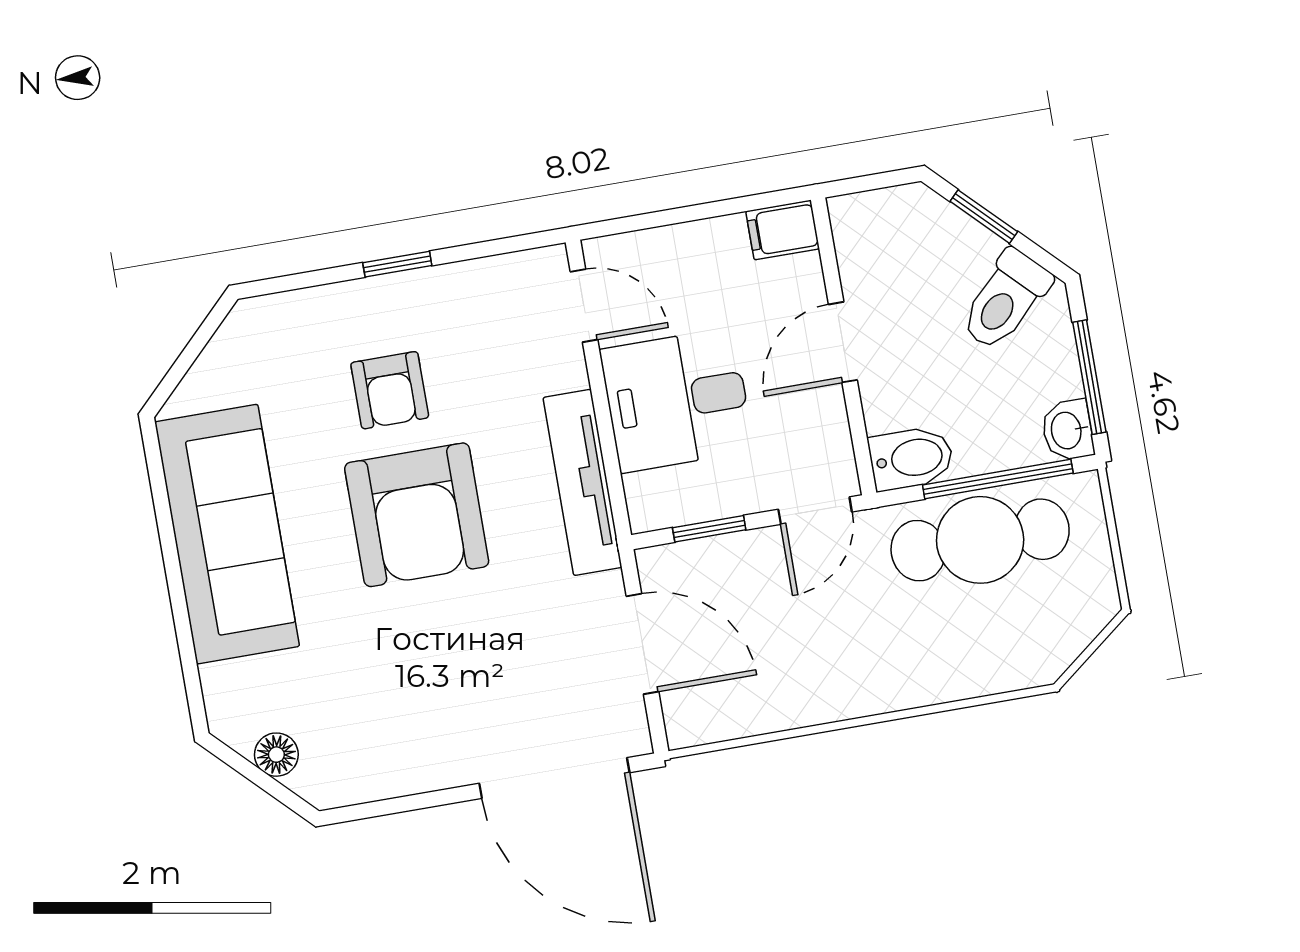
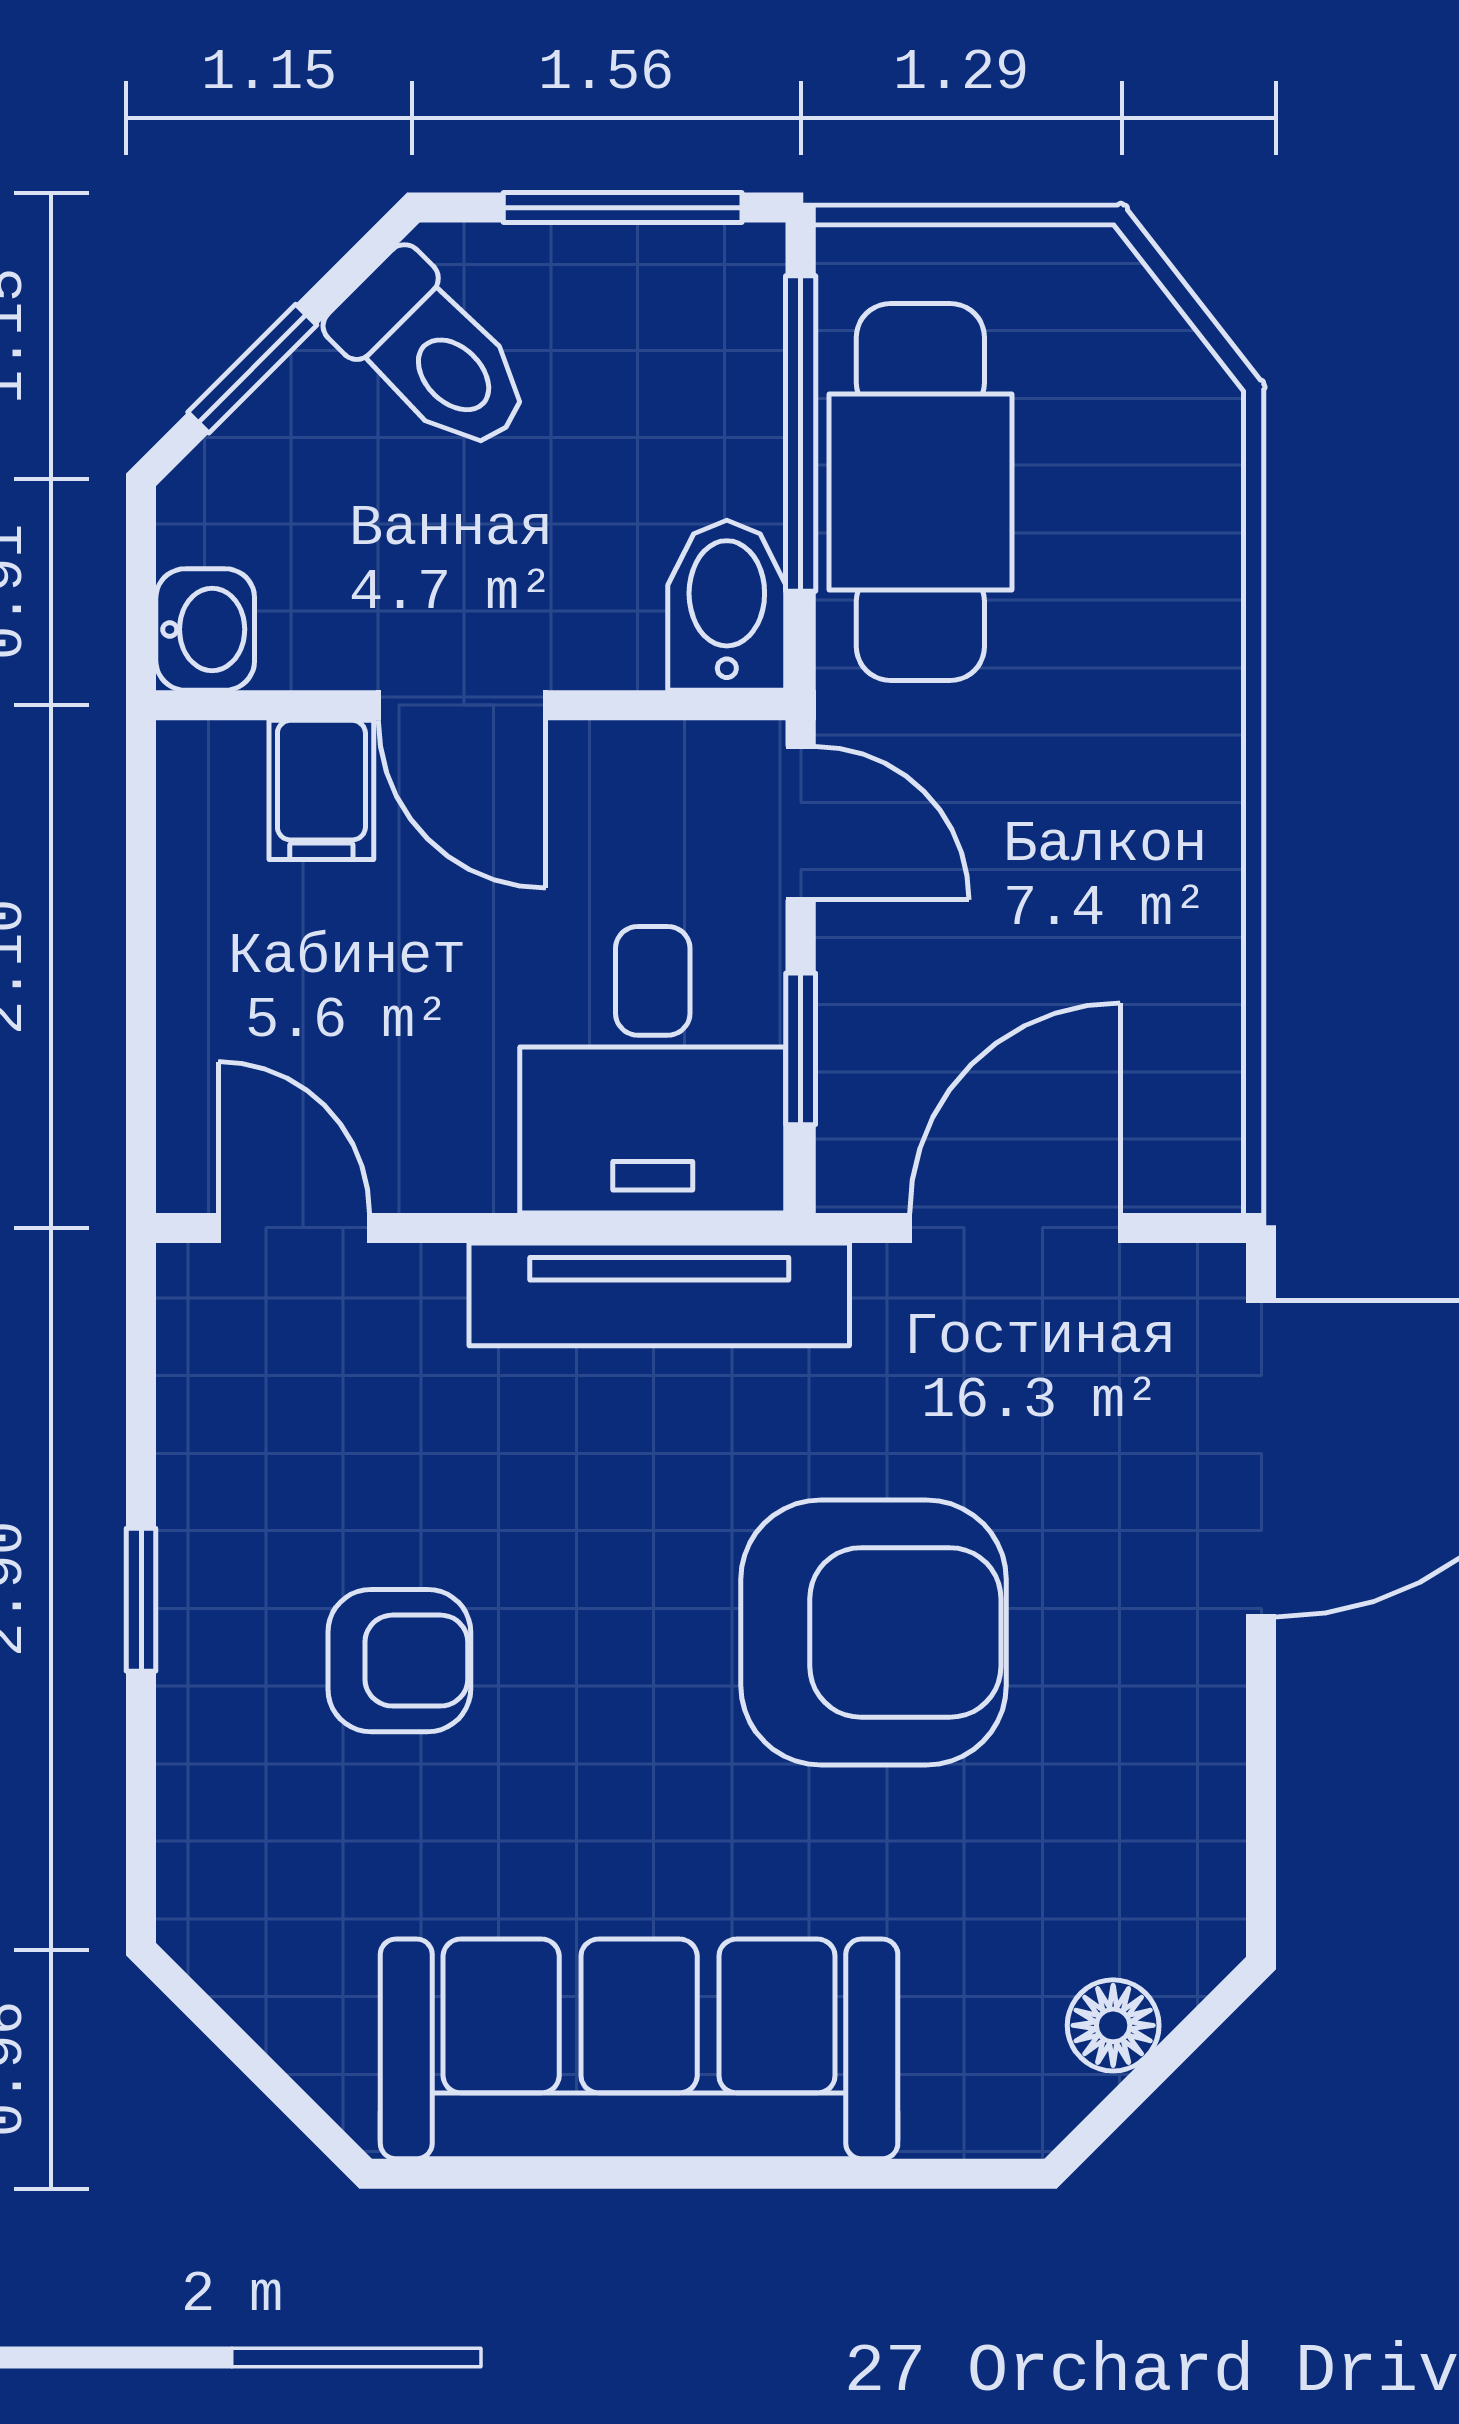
filing cabinet: (783, 230) -> (321, 790), moved
door: (584, 306) -> (294, 1228), hinge flipped
desk: (677, 400) -> (653, 1070), moved
washbasin: (1068, 430) -> (205, 629), moved, turned -90
armchair: (417, 515) -> (874, 1632), moved

